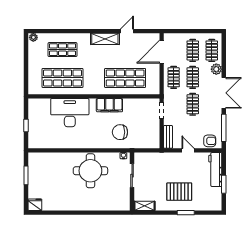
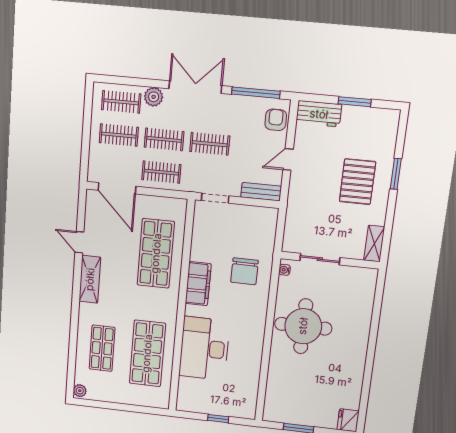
workbench: (215, 170) -> (319, 114), width x0.73

